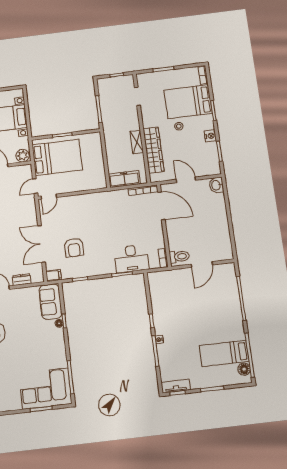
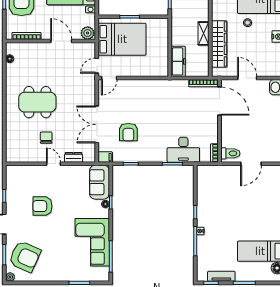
freezer: (124, 179) -> (178, 61), moved, turned 90
tv unit: (176, 386) -> (221, 276), moved
corner sofa: (45, 389) -> (92, 242), moved, turned -90

